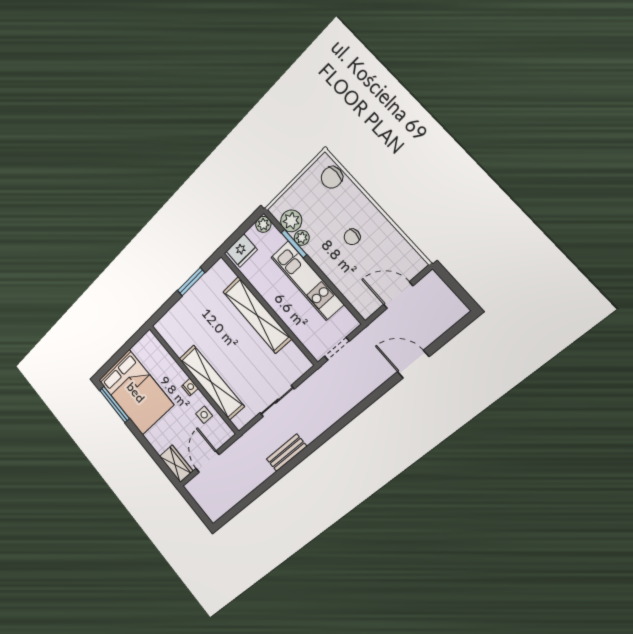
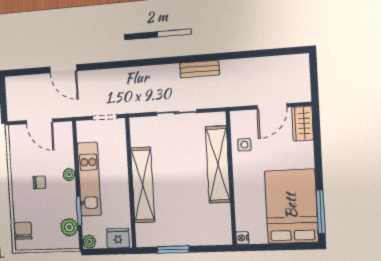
chair: (332, 177) -> (23, 231), turned -90
plant: (302, 238) -> (69, 175), moved
nightstand: (190, 387) -> (242, 238), moved

